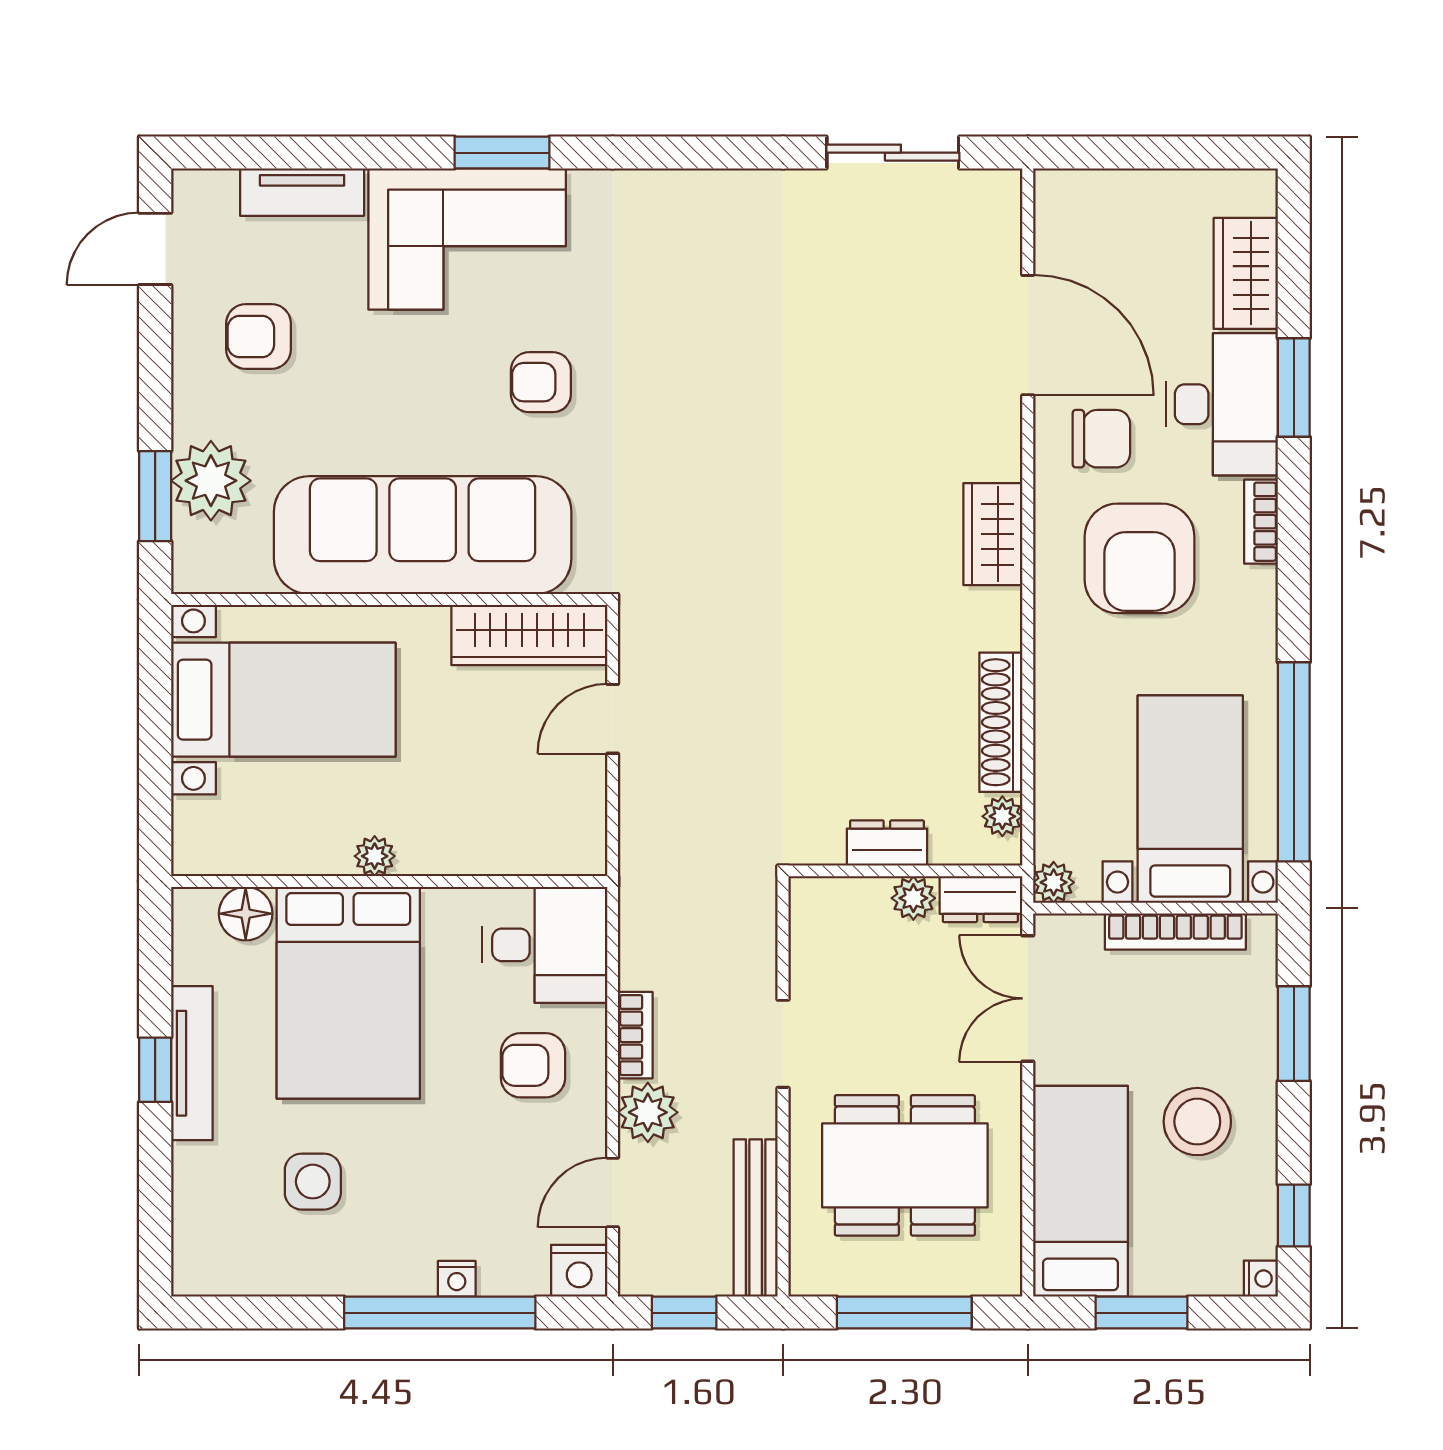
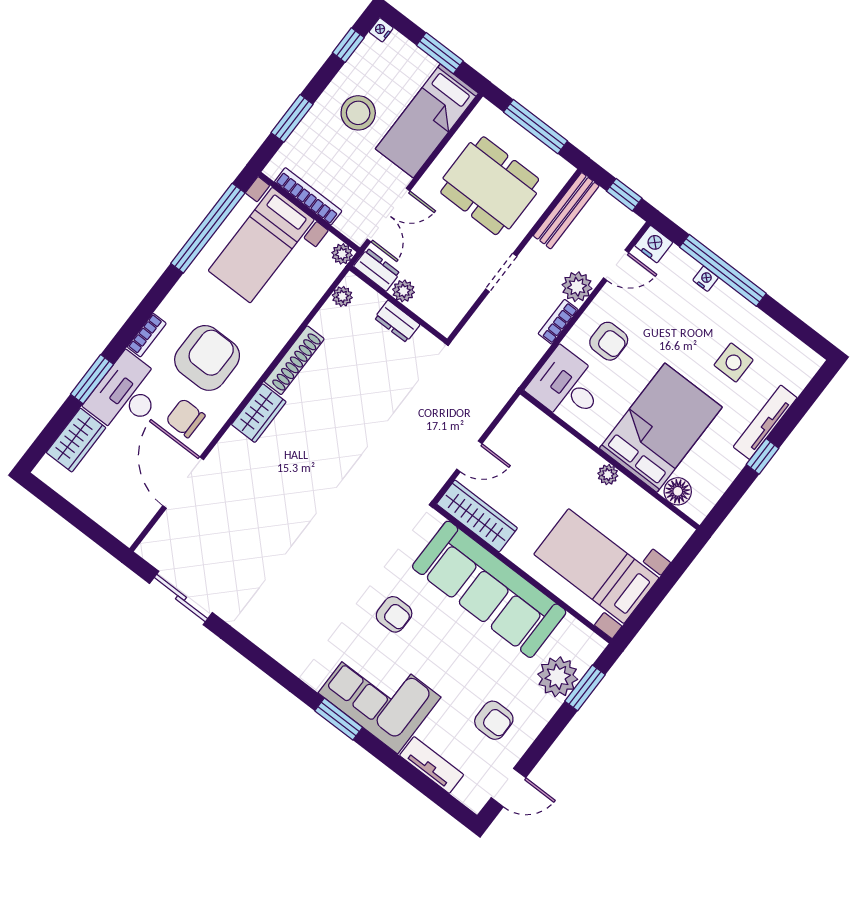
shoe rack: (1001, 722) -> (294, 360), moved
tv unit: (192, 1063) -> (765, 422), moved

